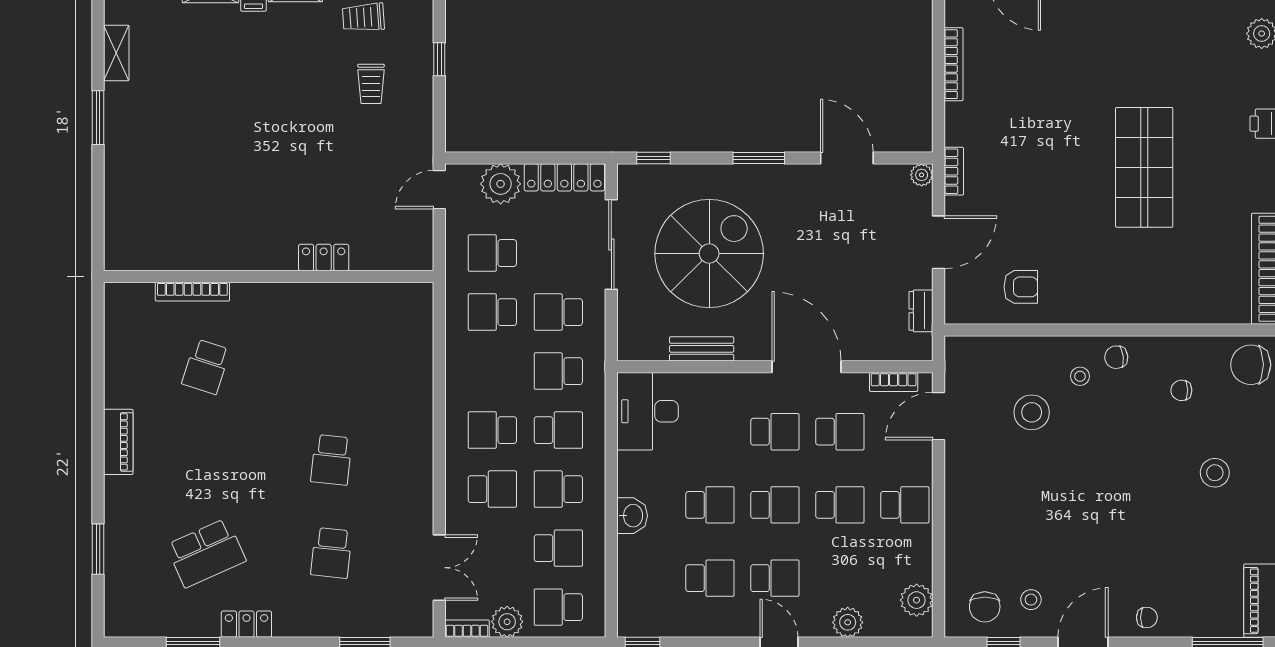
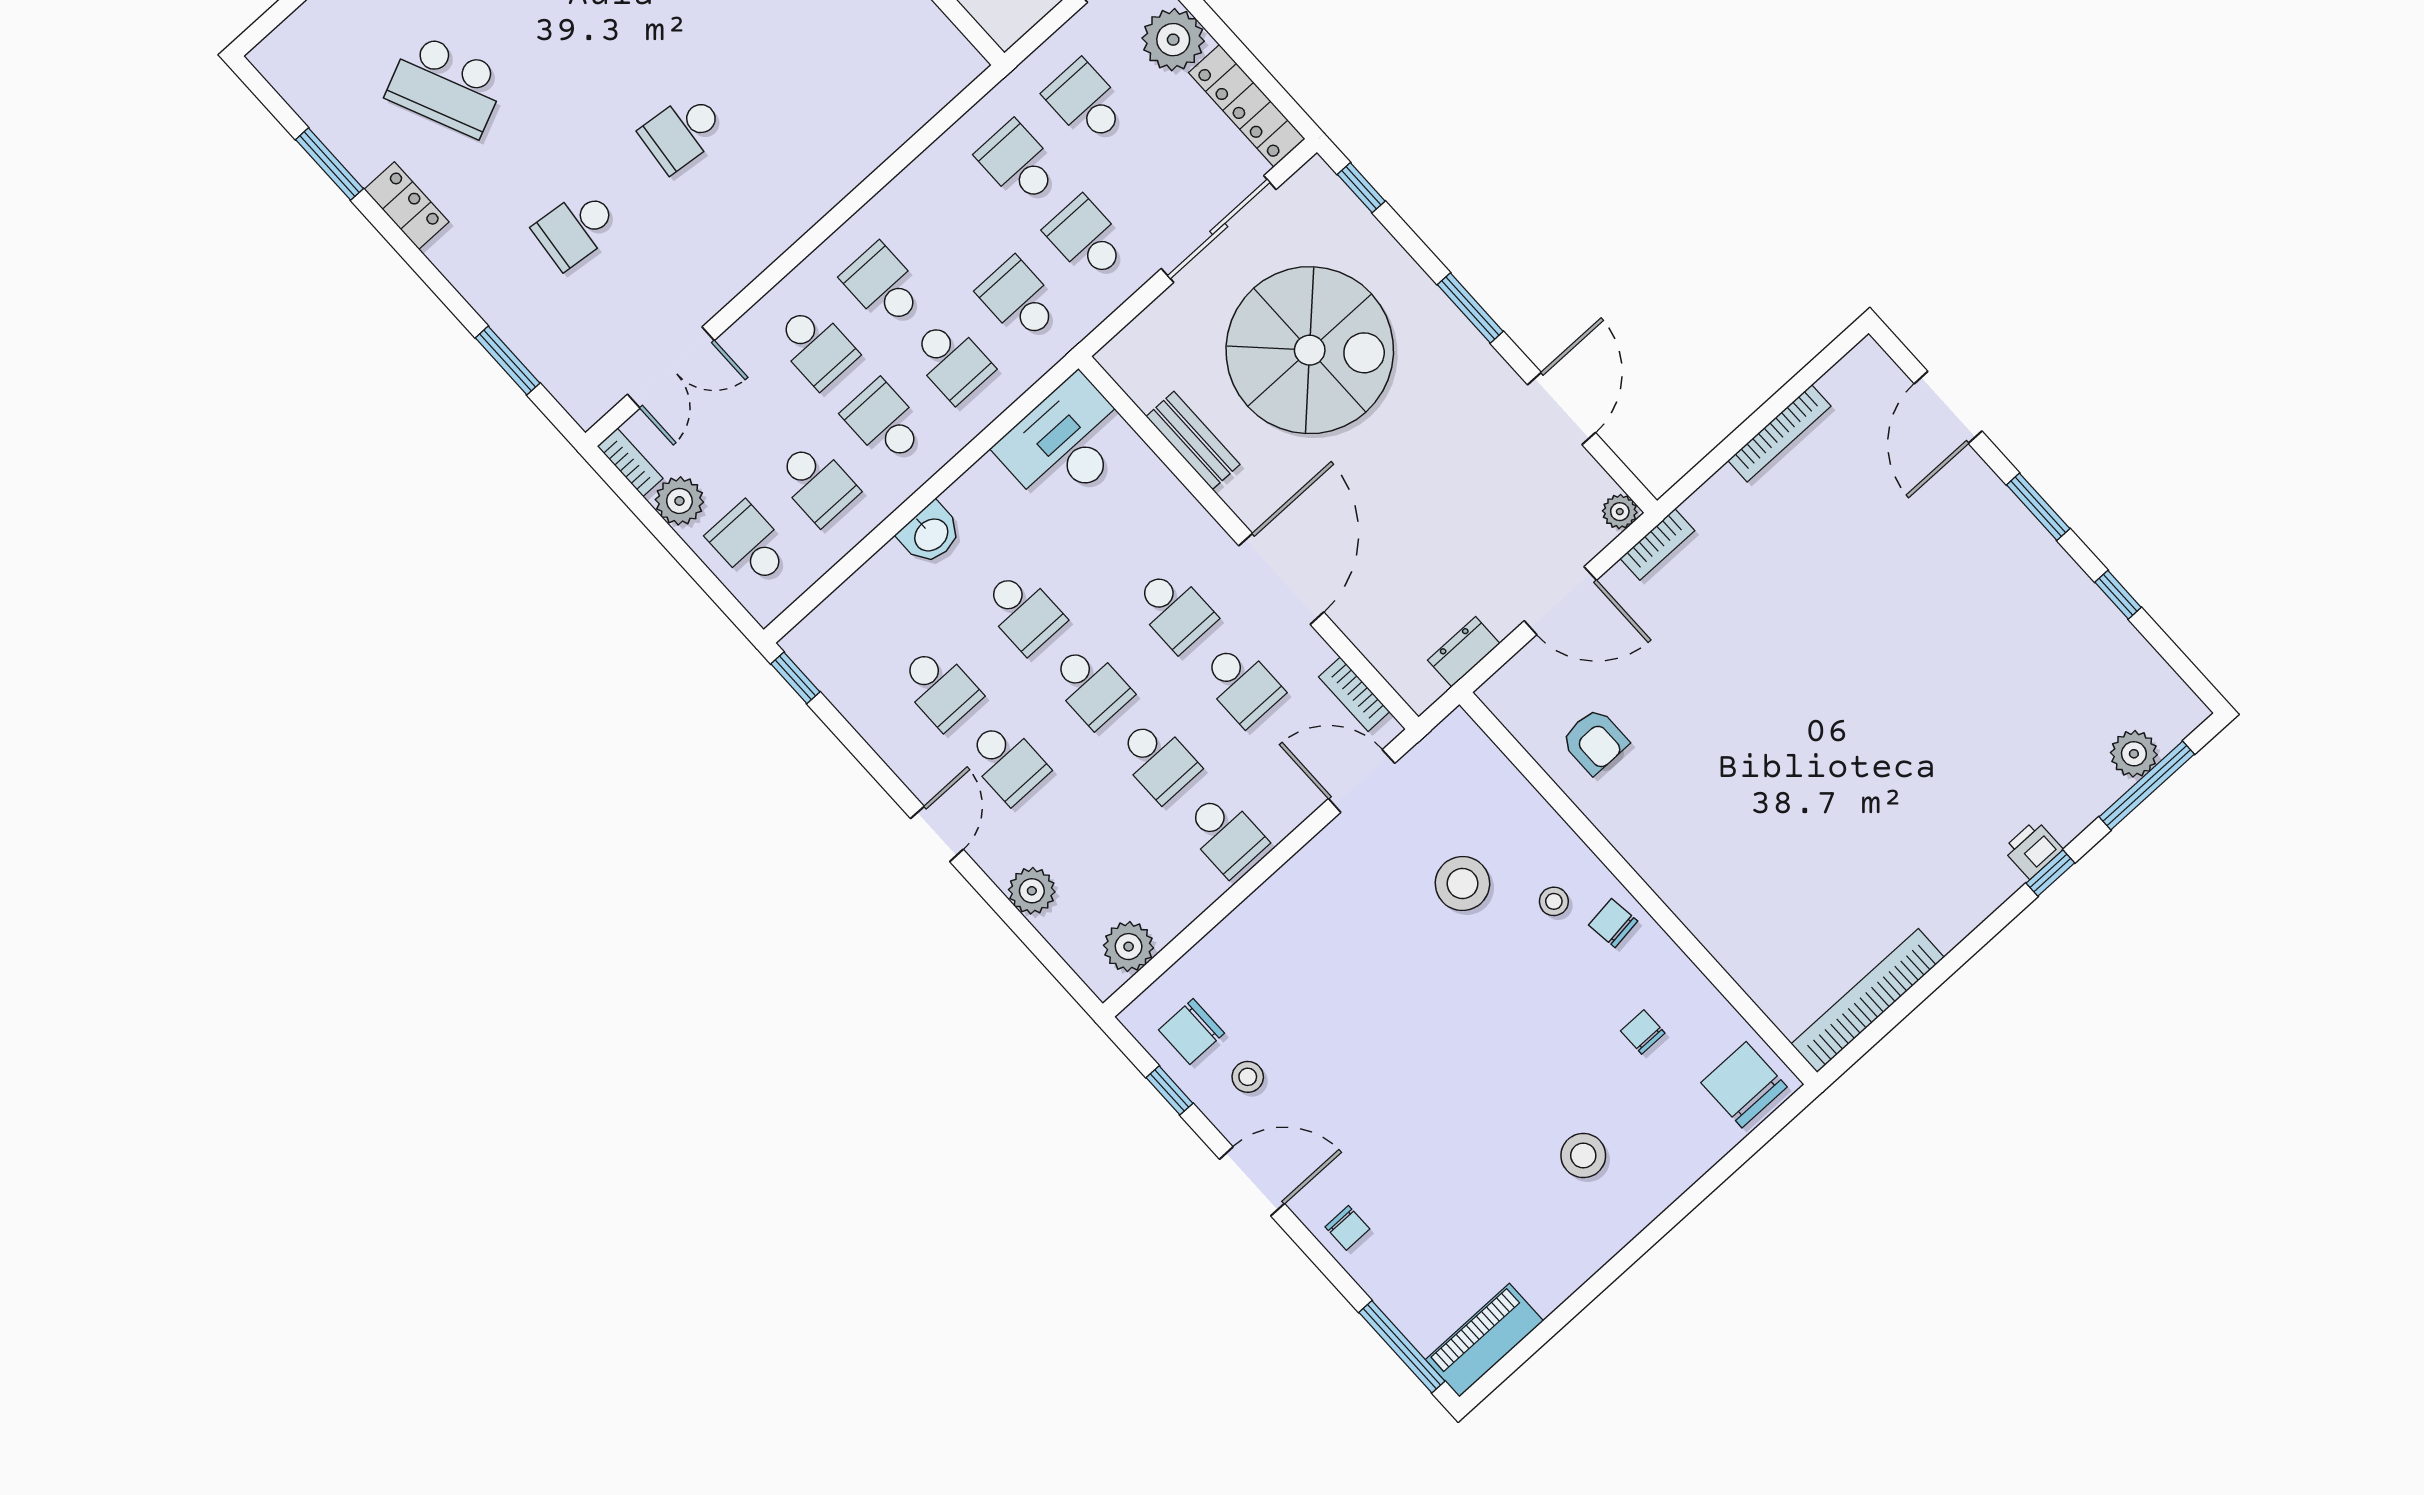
shop shelf: (1144, 167) -> (1859, 758), removed

